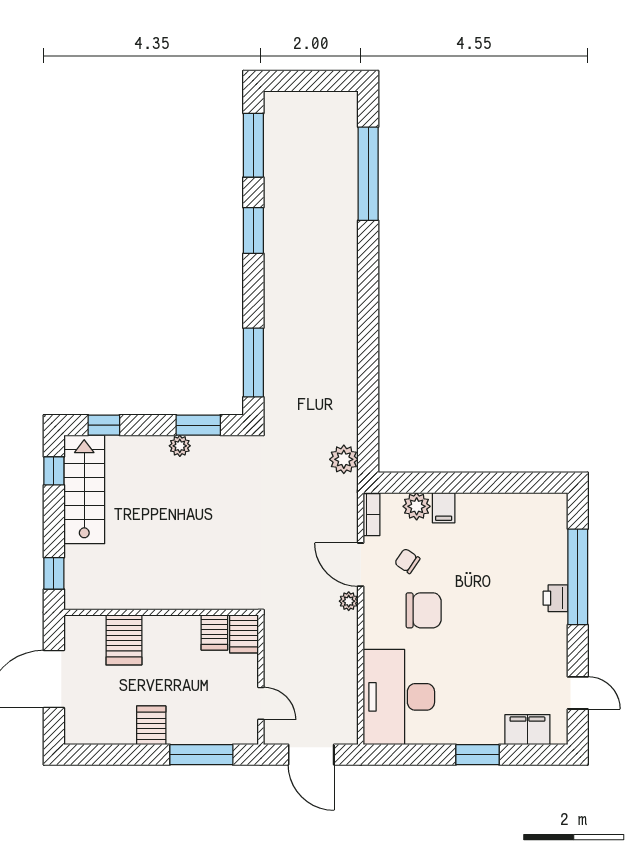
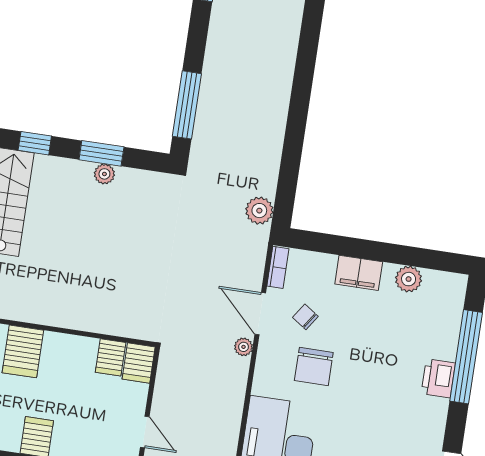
window: (198, 425) -> (101, 153), moved
plant: (417, 506) -> (409, 279), moved
filing cabinet: (444, 508) -> (359, 273), width x2.00
printer: (556, 598) -> (438, 378), width x1.36, depth x1.24
chair: (424, 610) -> (314, 367), turned 90

